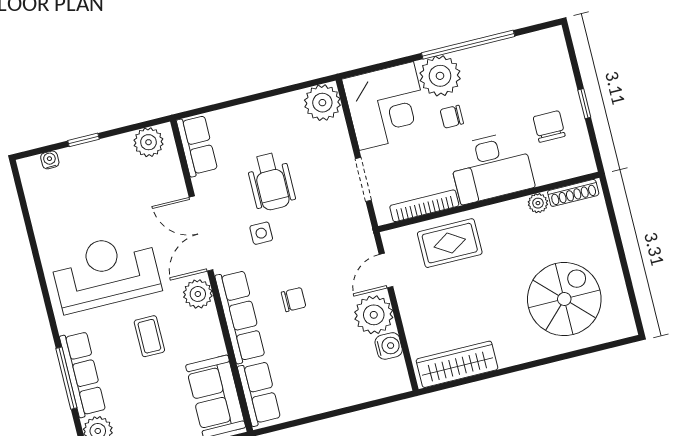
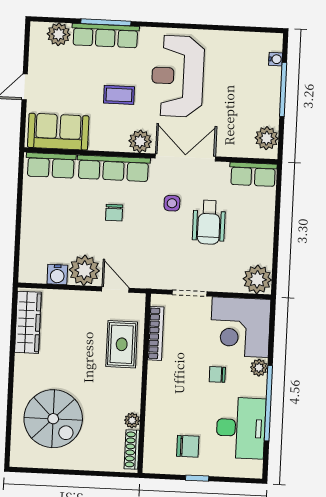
plant: (440, 76) -> (259, 368), width x0.53, depth x0.53
chair: (452, 117) -> (217, 374), turned -90
window: (83, 140) -> (283, 89), width x2.17
desk: (491, 167) -> (241, 428), moved, turned 180
wheelchair: (271, 182) -> (209, 222), turned -90
reception desk: (106, 272) -> (178, 76), turned 180

